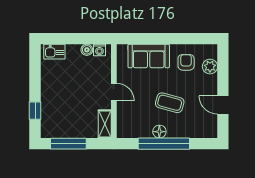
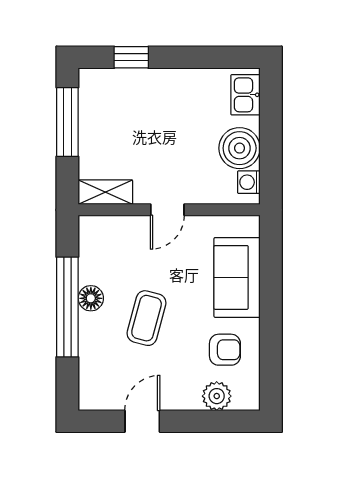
boiler: (87, 50) -> (240, 148), width x1.86, depth x1.86

